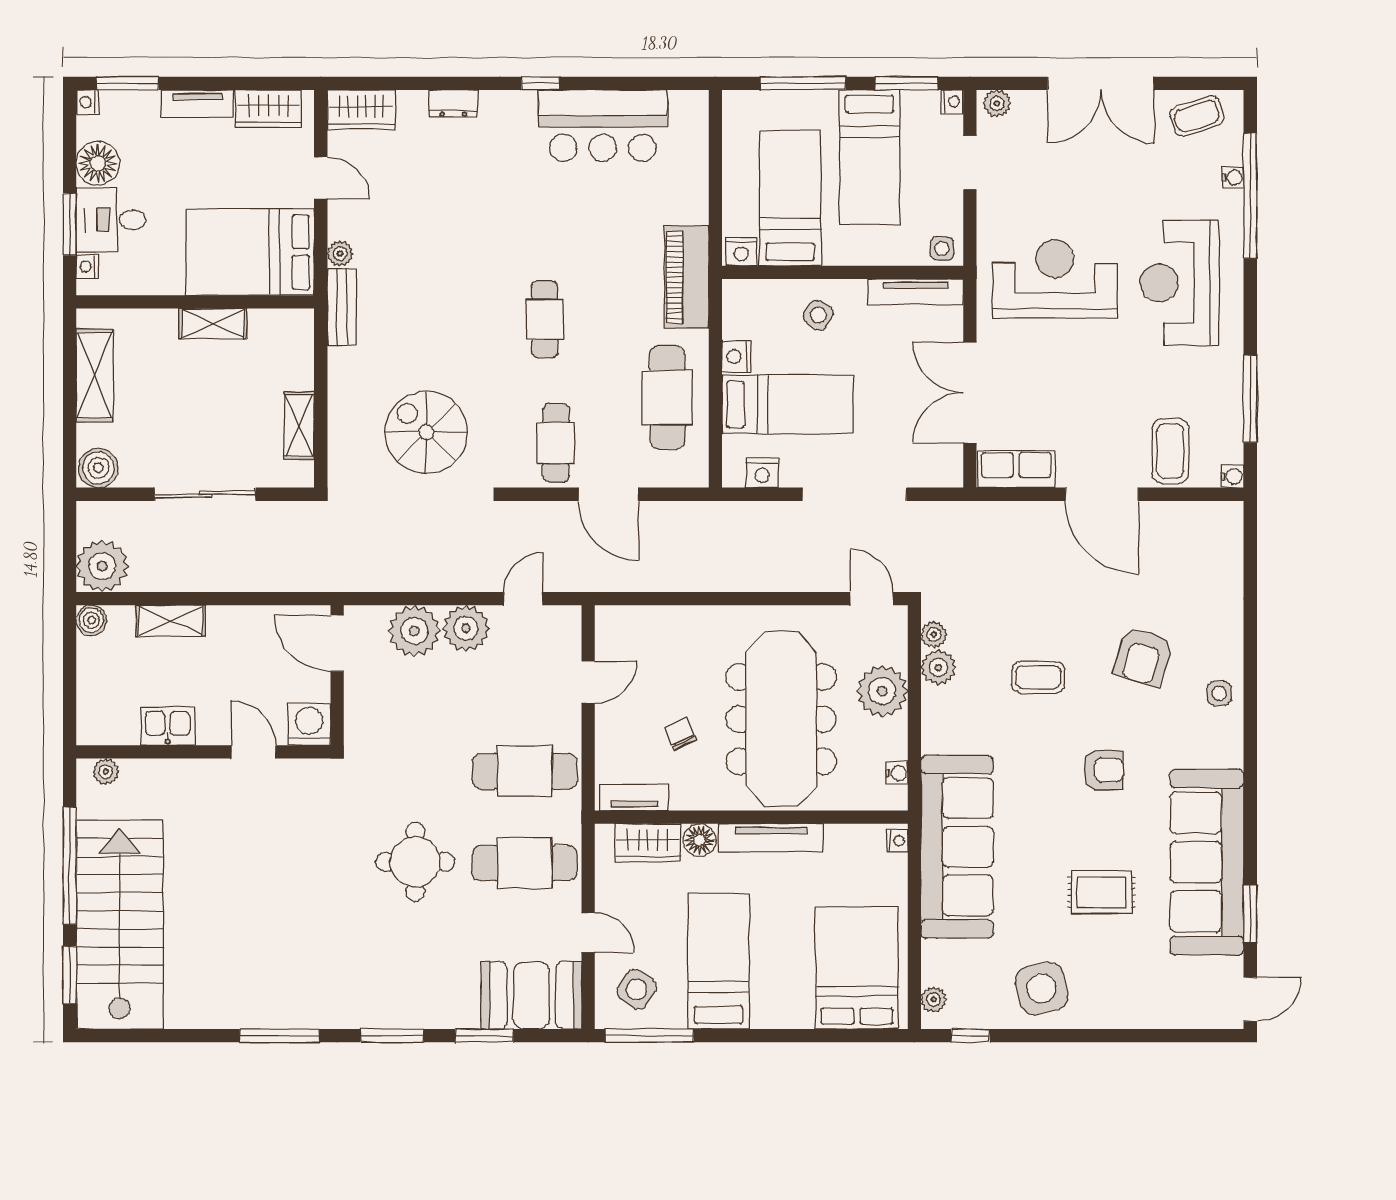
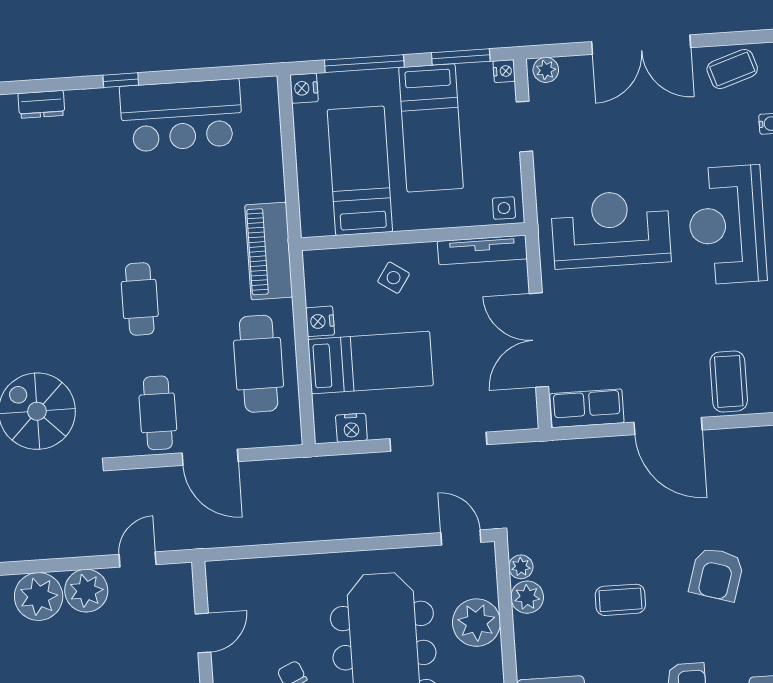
nightstand: (741, 252) -> (304, 88), moved, turned 90

